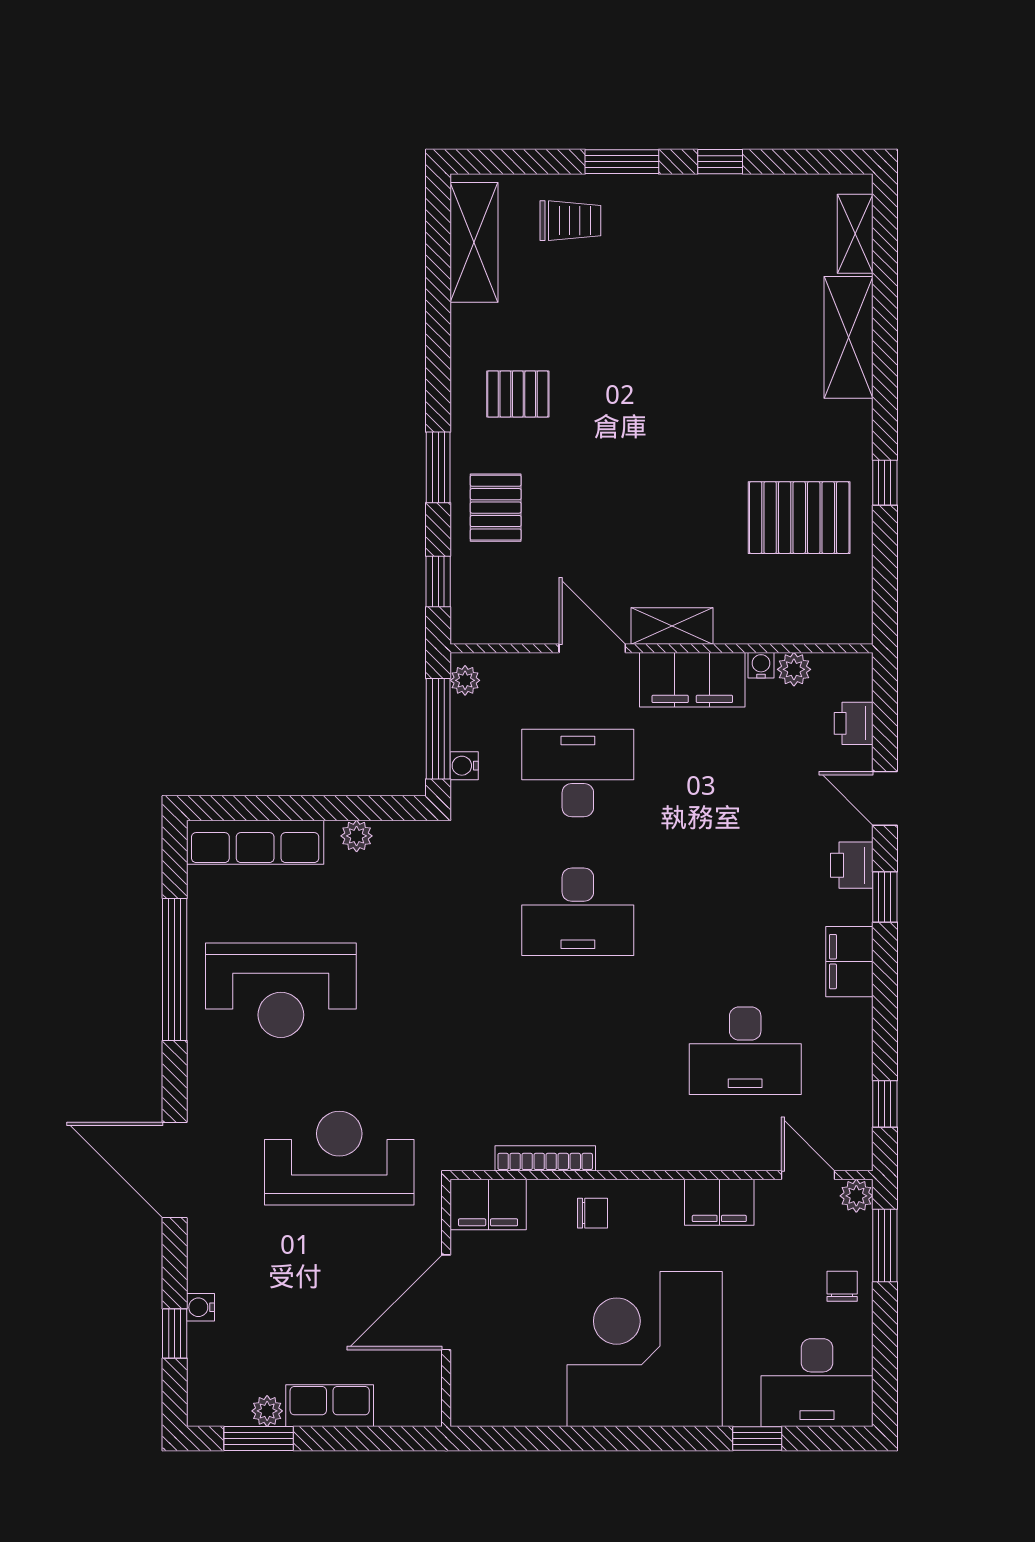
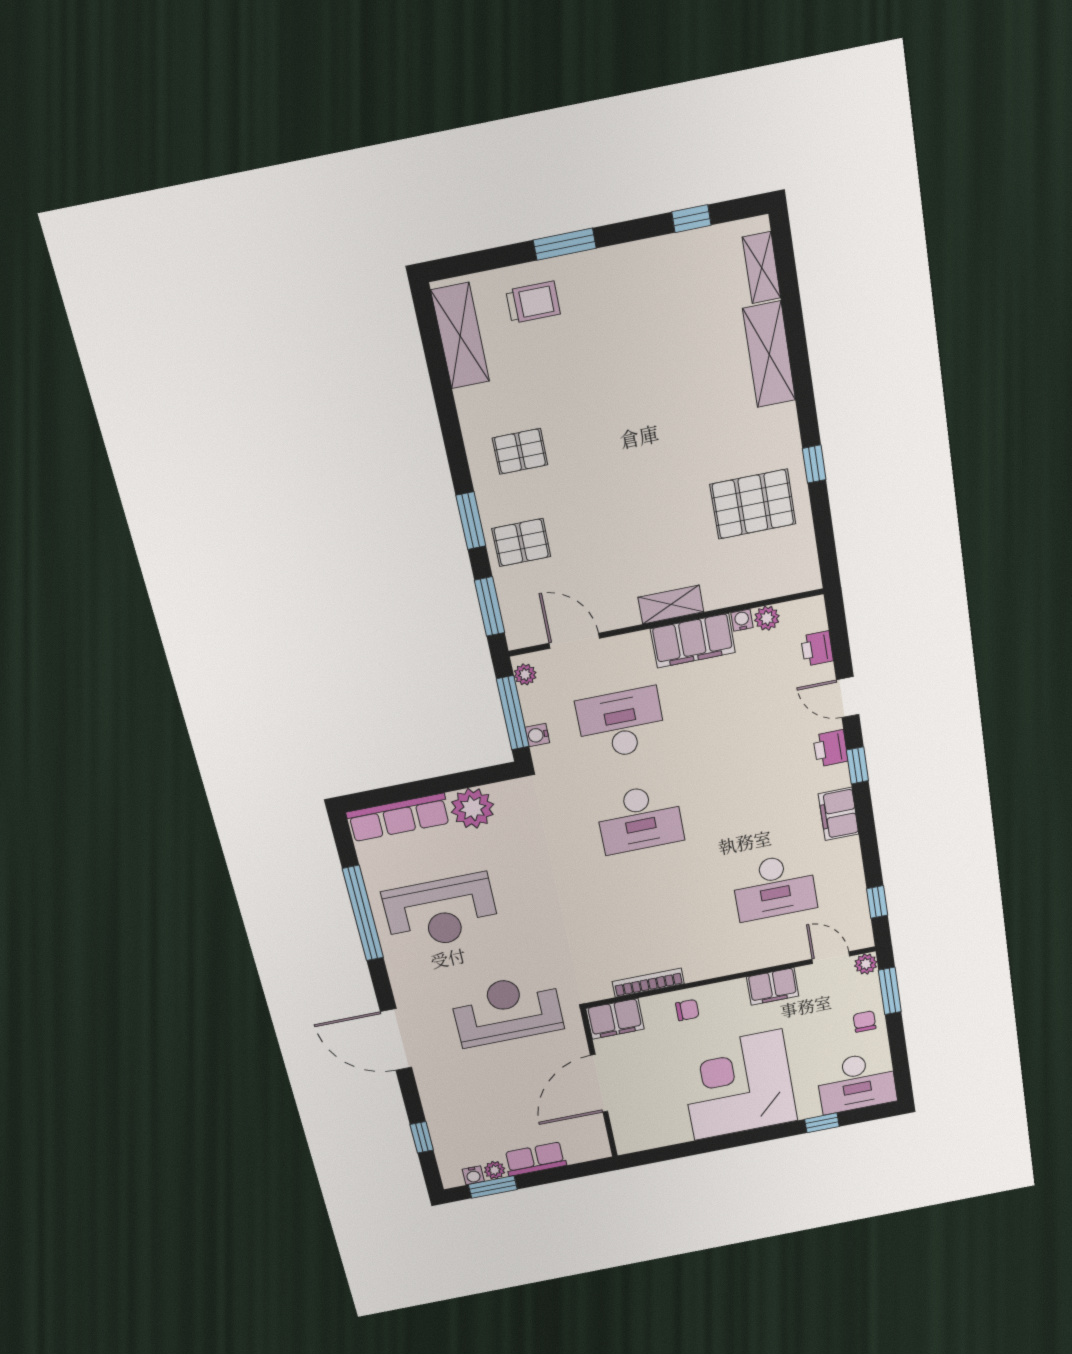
window: (720, 162) -> (691, 219), moved
pallet: (496, 508) -> (521, 543), turned 90
window: (438, 582) -> (490, 607), width x1.50
door: (592, 648) -> (574, 641), moved
plant: (357, 836) -> (472, 808), width x1.88, depth x1.88
water cooler: (201, 1307) -> (473, 1175), moved, turned -90

